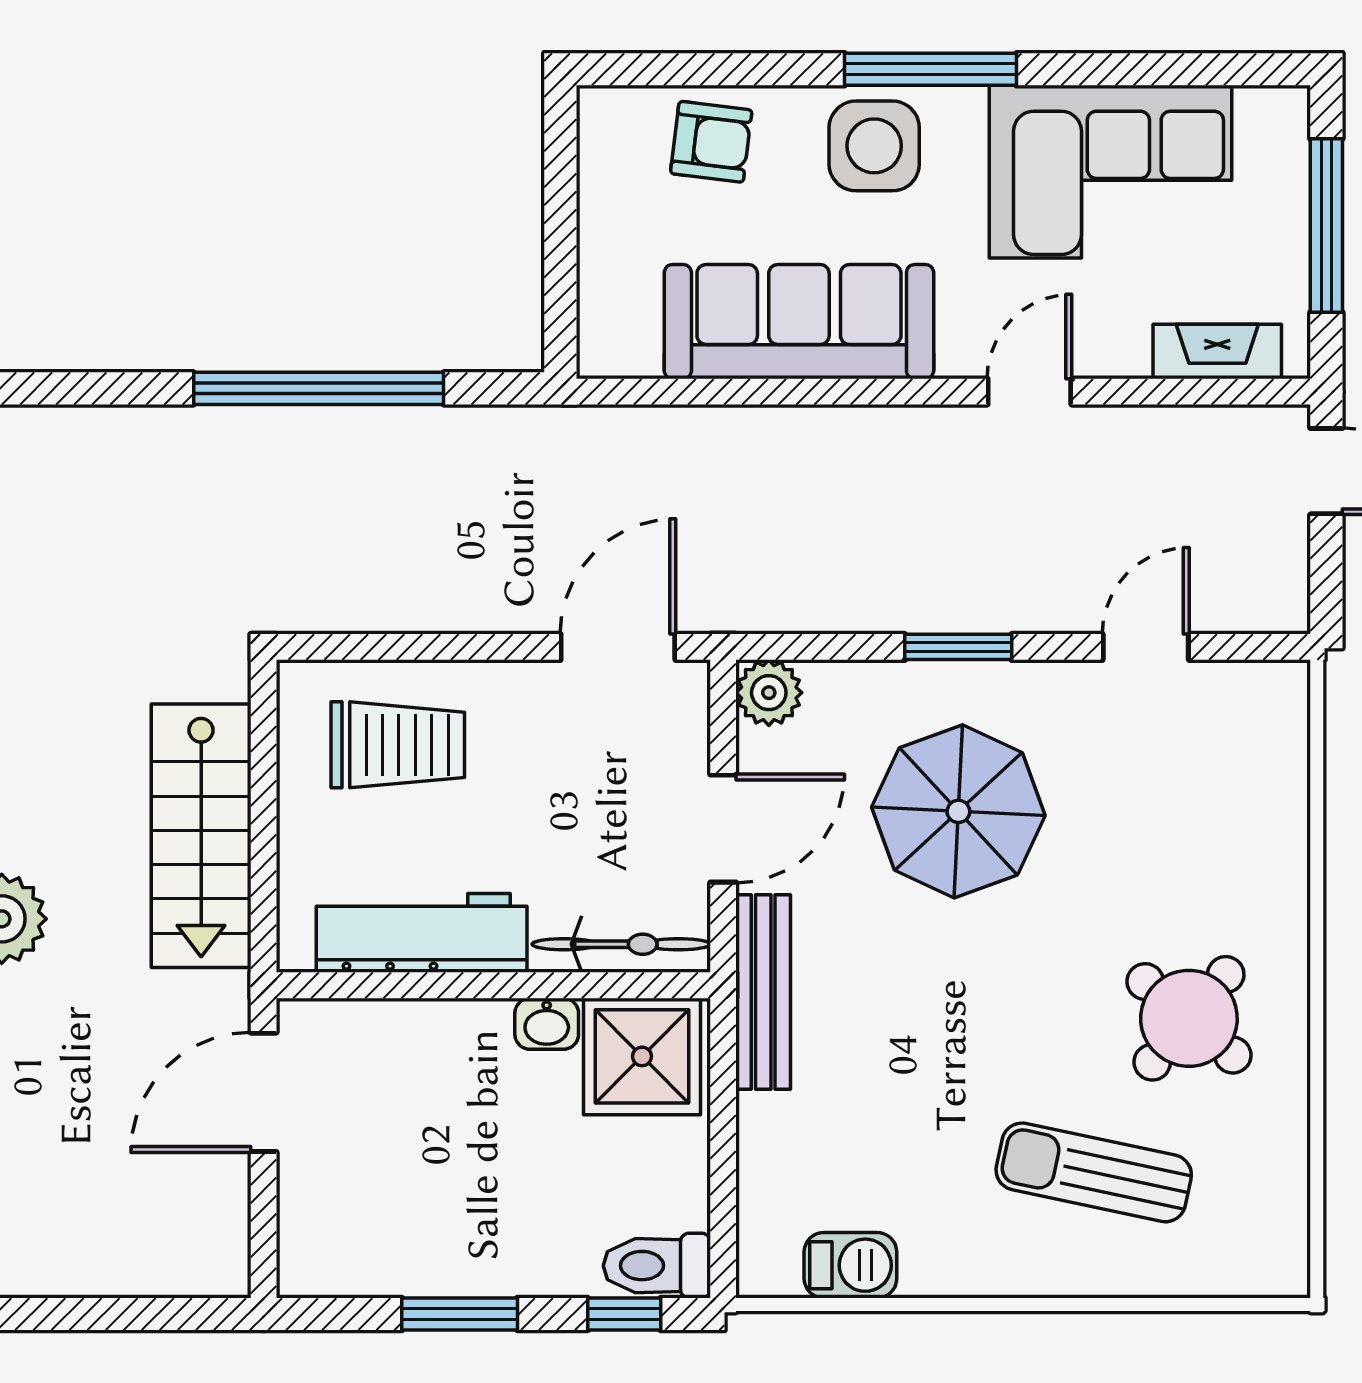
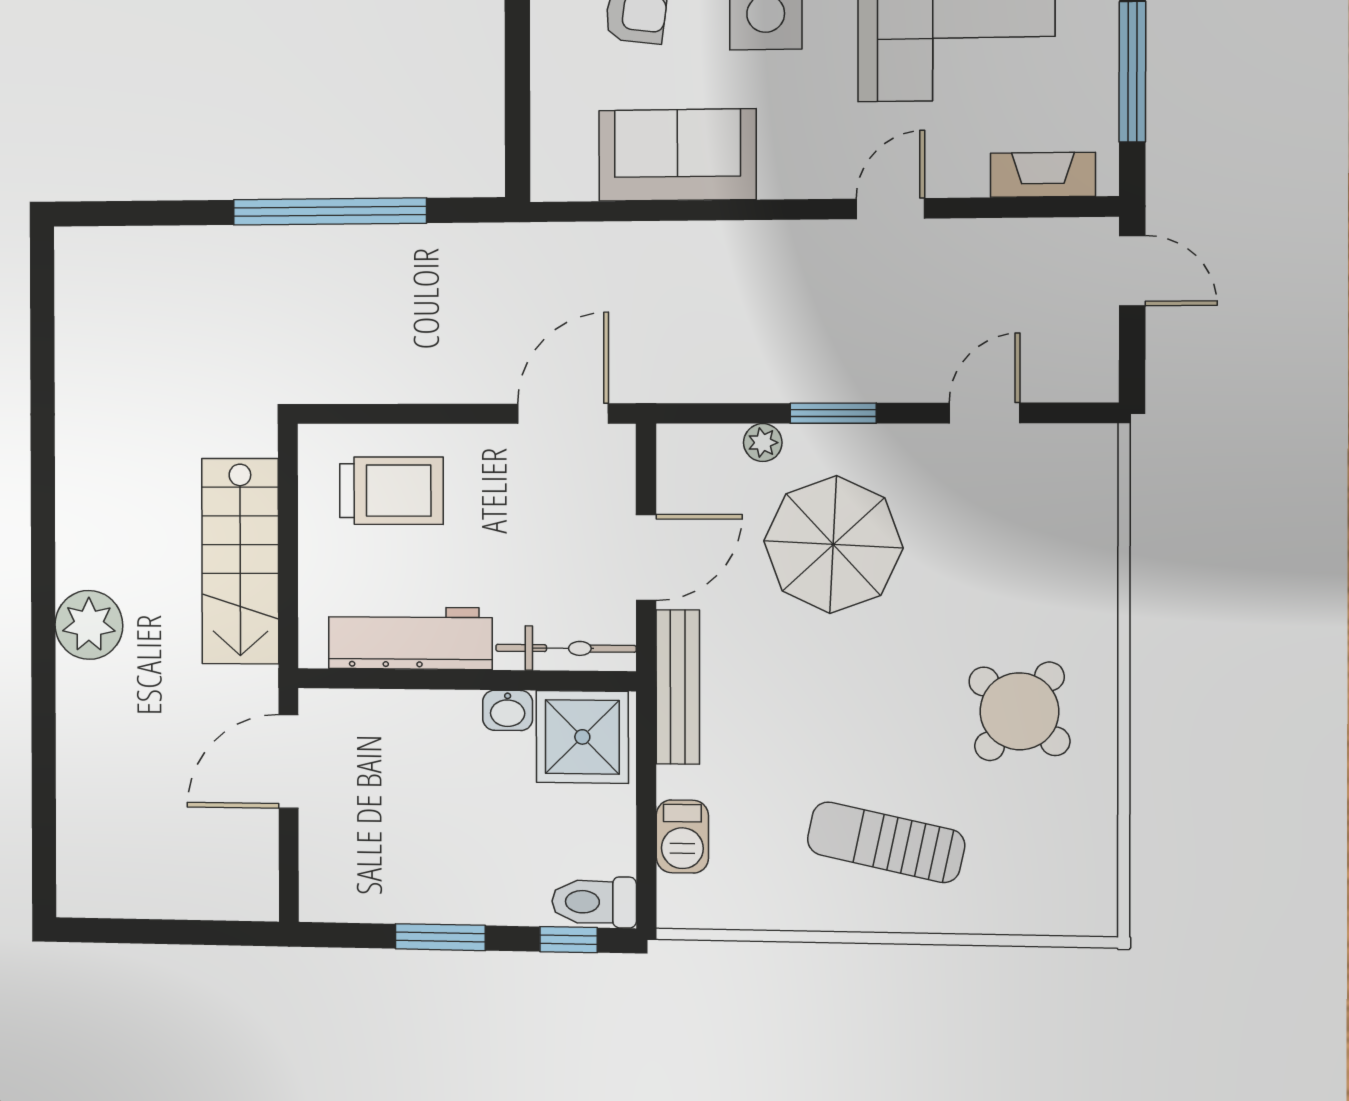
sofa: (799, 322) -> (678, 155), width x0.73
plant: (769, 693) -> (763, 443), moved, width x0.73, depth x0.73
sun lounger: (1094, 1172) -> (886, 842), moved
barbecue: (850, 1265) -> (682, 836), moved, turned 90

